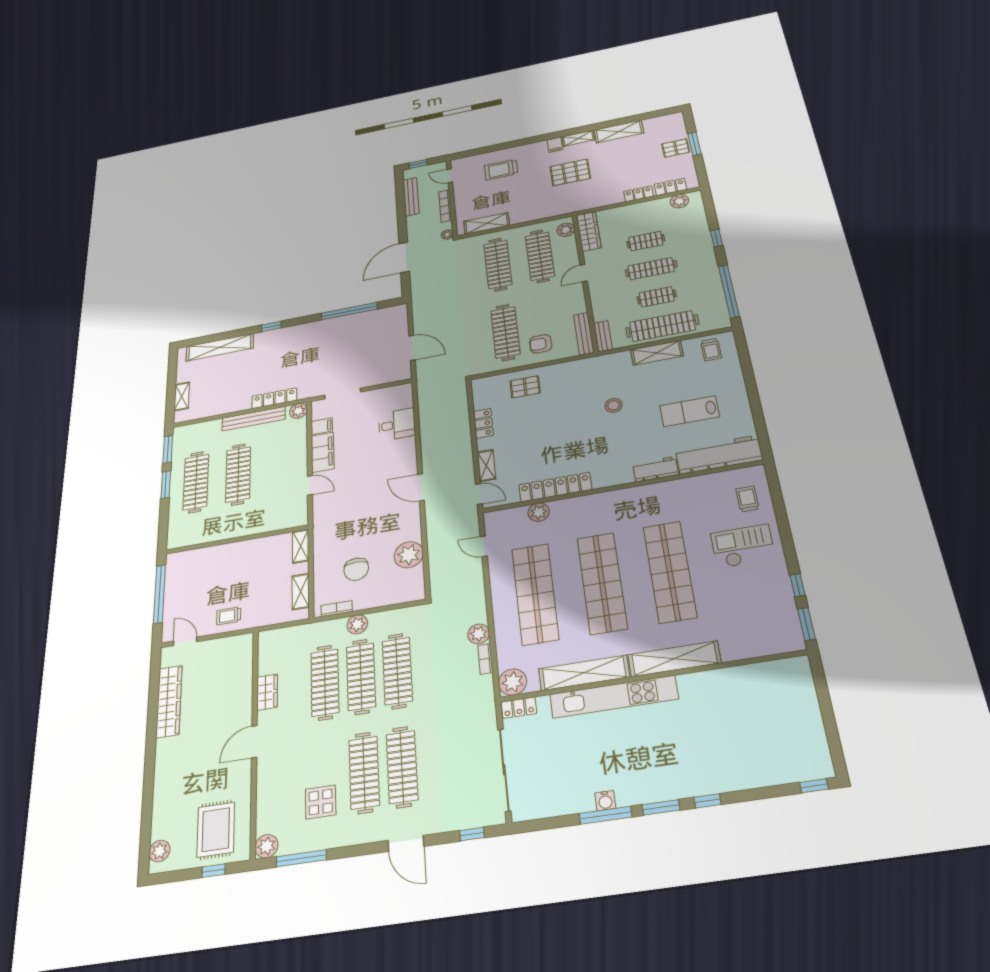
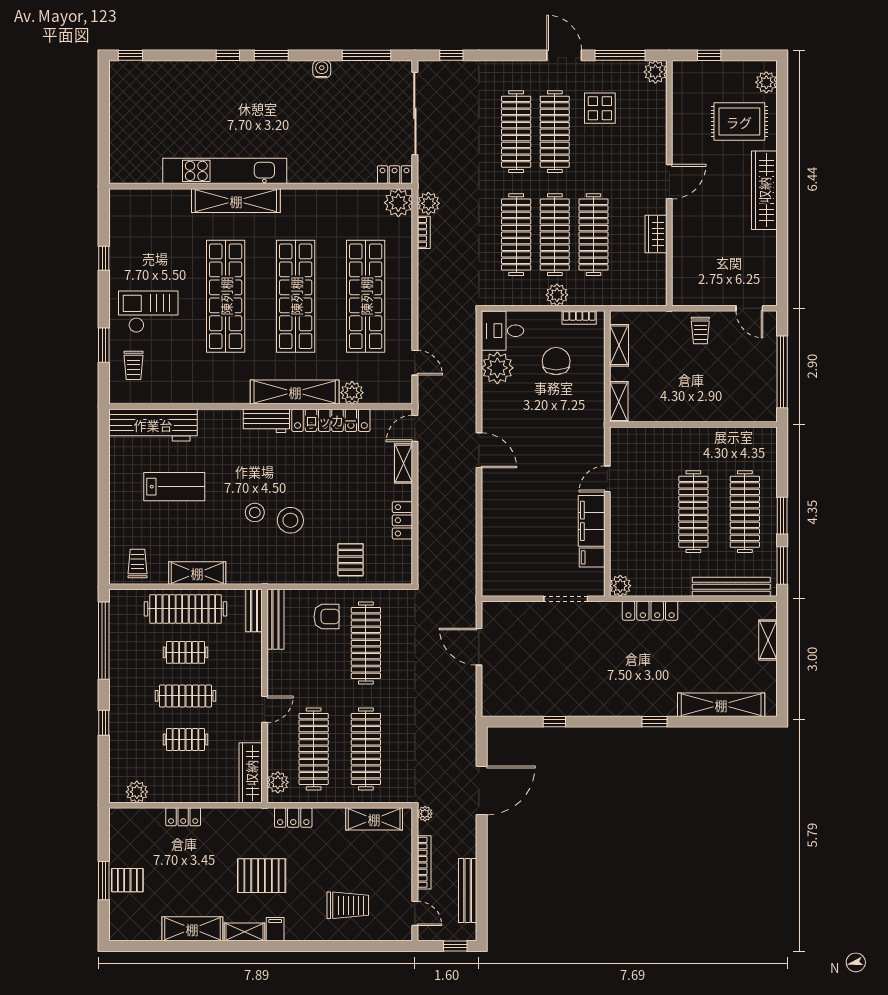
locker: (670, 187) -> (293, 817), moved
window: (349, 311) -> (554, 722), width x0.32
pallet: (525, 387) -> (350, 560), turned 90
stool: (581, 405) -> (290, 520), added
bench: (254, 419) -> (731, 587), moved
desk: (397, 424) -> (502, 331), moved
workbench: (655, 469) -> (266, 421), moved
door: (310, 485) -> (607, 479), hinge flipped
door: (479, 494) -> (415, 428), hinge flipped
checkout: (743, 546) -> (148, 312), turned 180
trolley: (229, 616) -> (700, 330), turned 90
window: (807, 624) -> (104, 345), moved
plant: (479, 634) -> (428, 203), moved
shelving: (584, 673) -> (295, 392), moved
kitchen unit: (614, 697) -> (225, 171), moved
wardrobe: (169, 701) -> (764, 190), moved
window: (605, 815) -> (367, 55), moved
rug: (216, 830) -> (739, 122), moved, turned 90
door: (406, 843) -> (564, 55), moved

